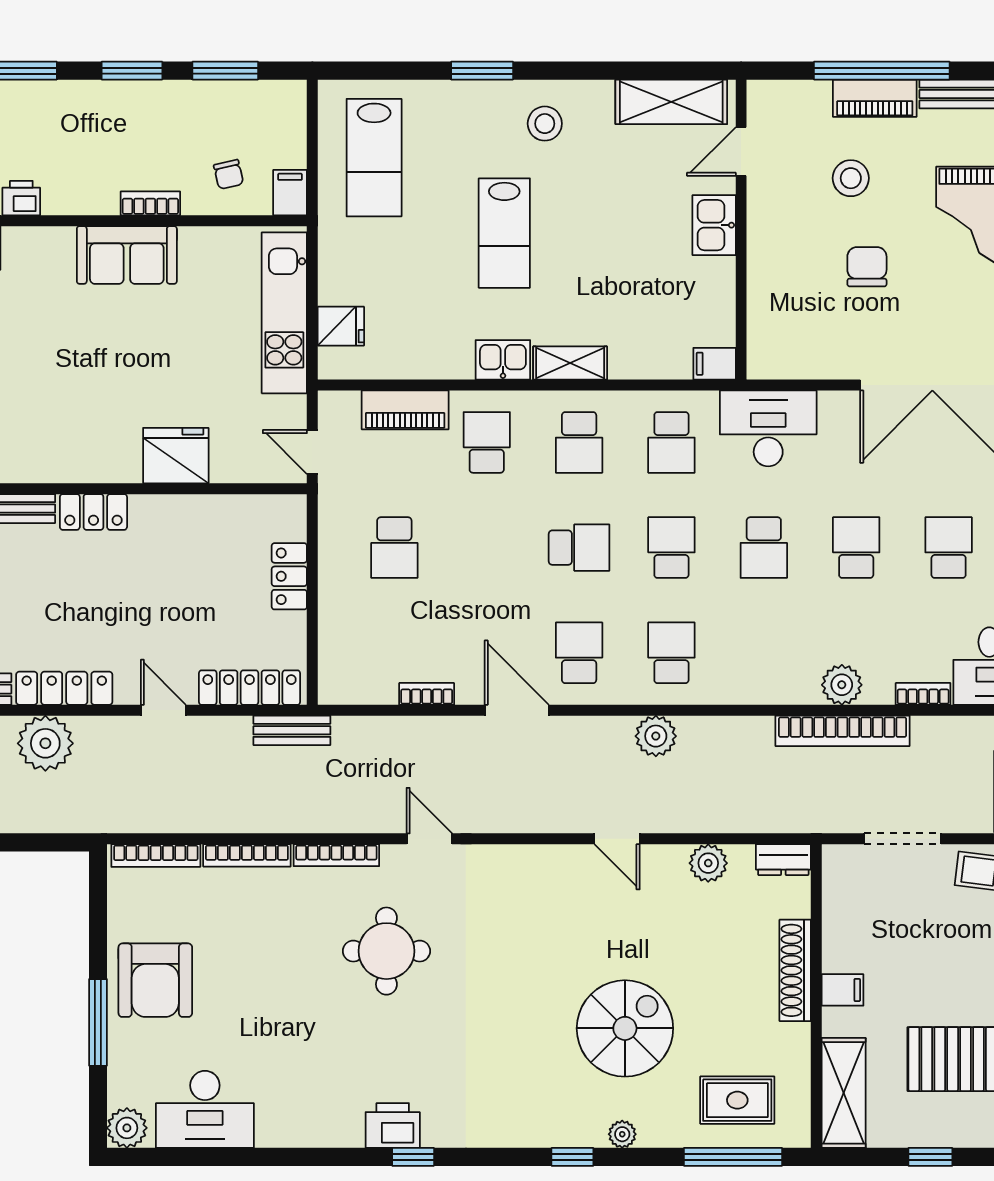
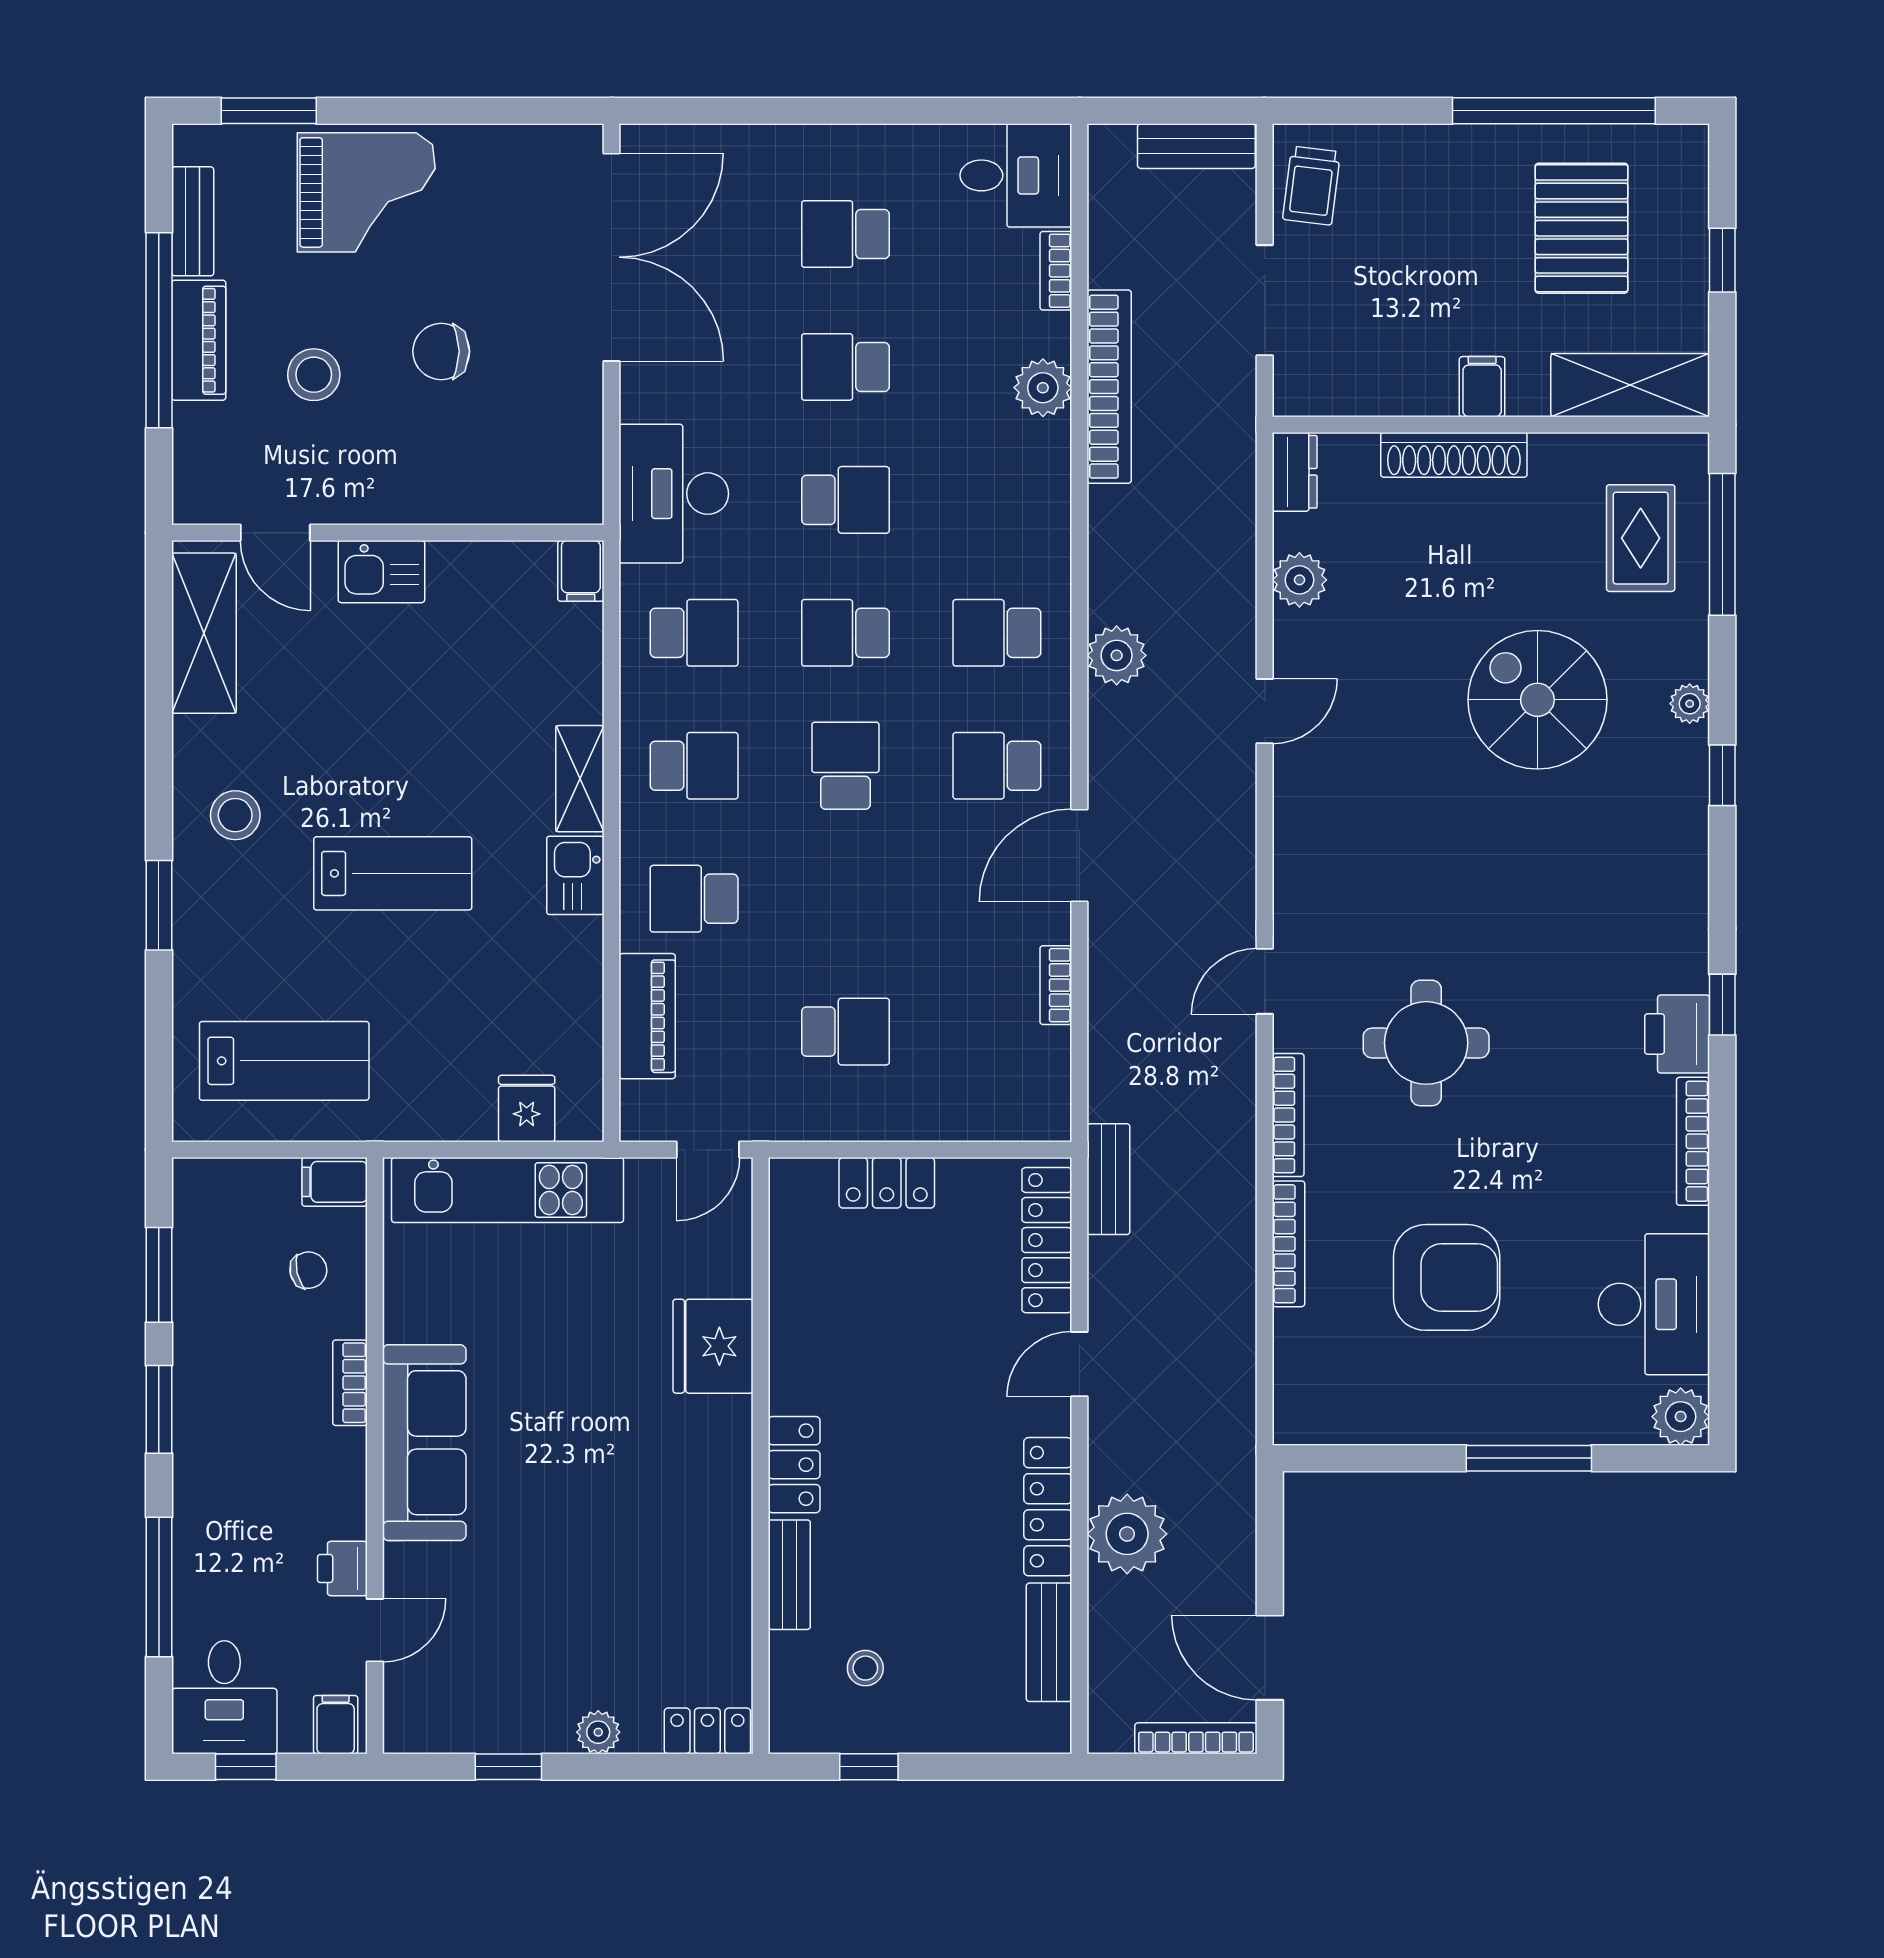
sofa: (127, 255) -> (424, 1443), width x1.36
bookcase: (156, 856) -> (1693, 1141), moved, turned 180
armchair: (155, 980) -> (1447, 1277), moved

